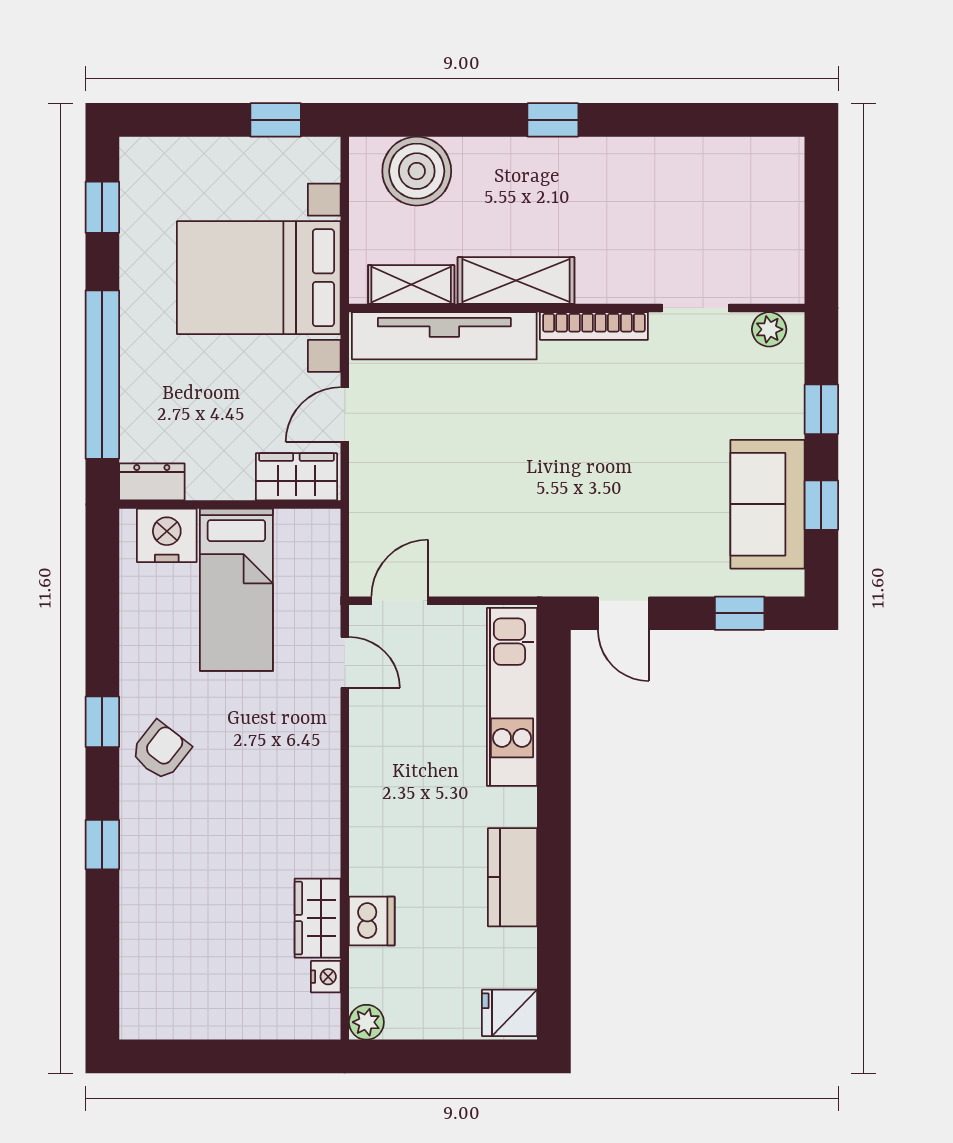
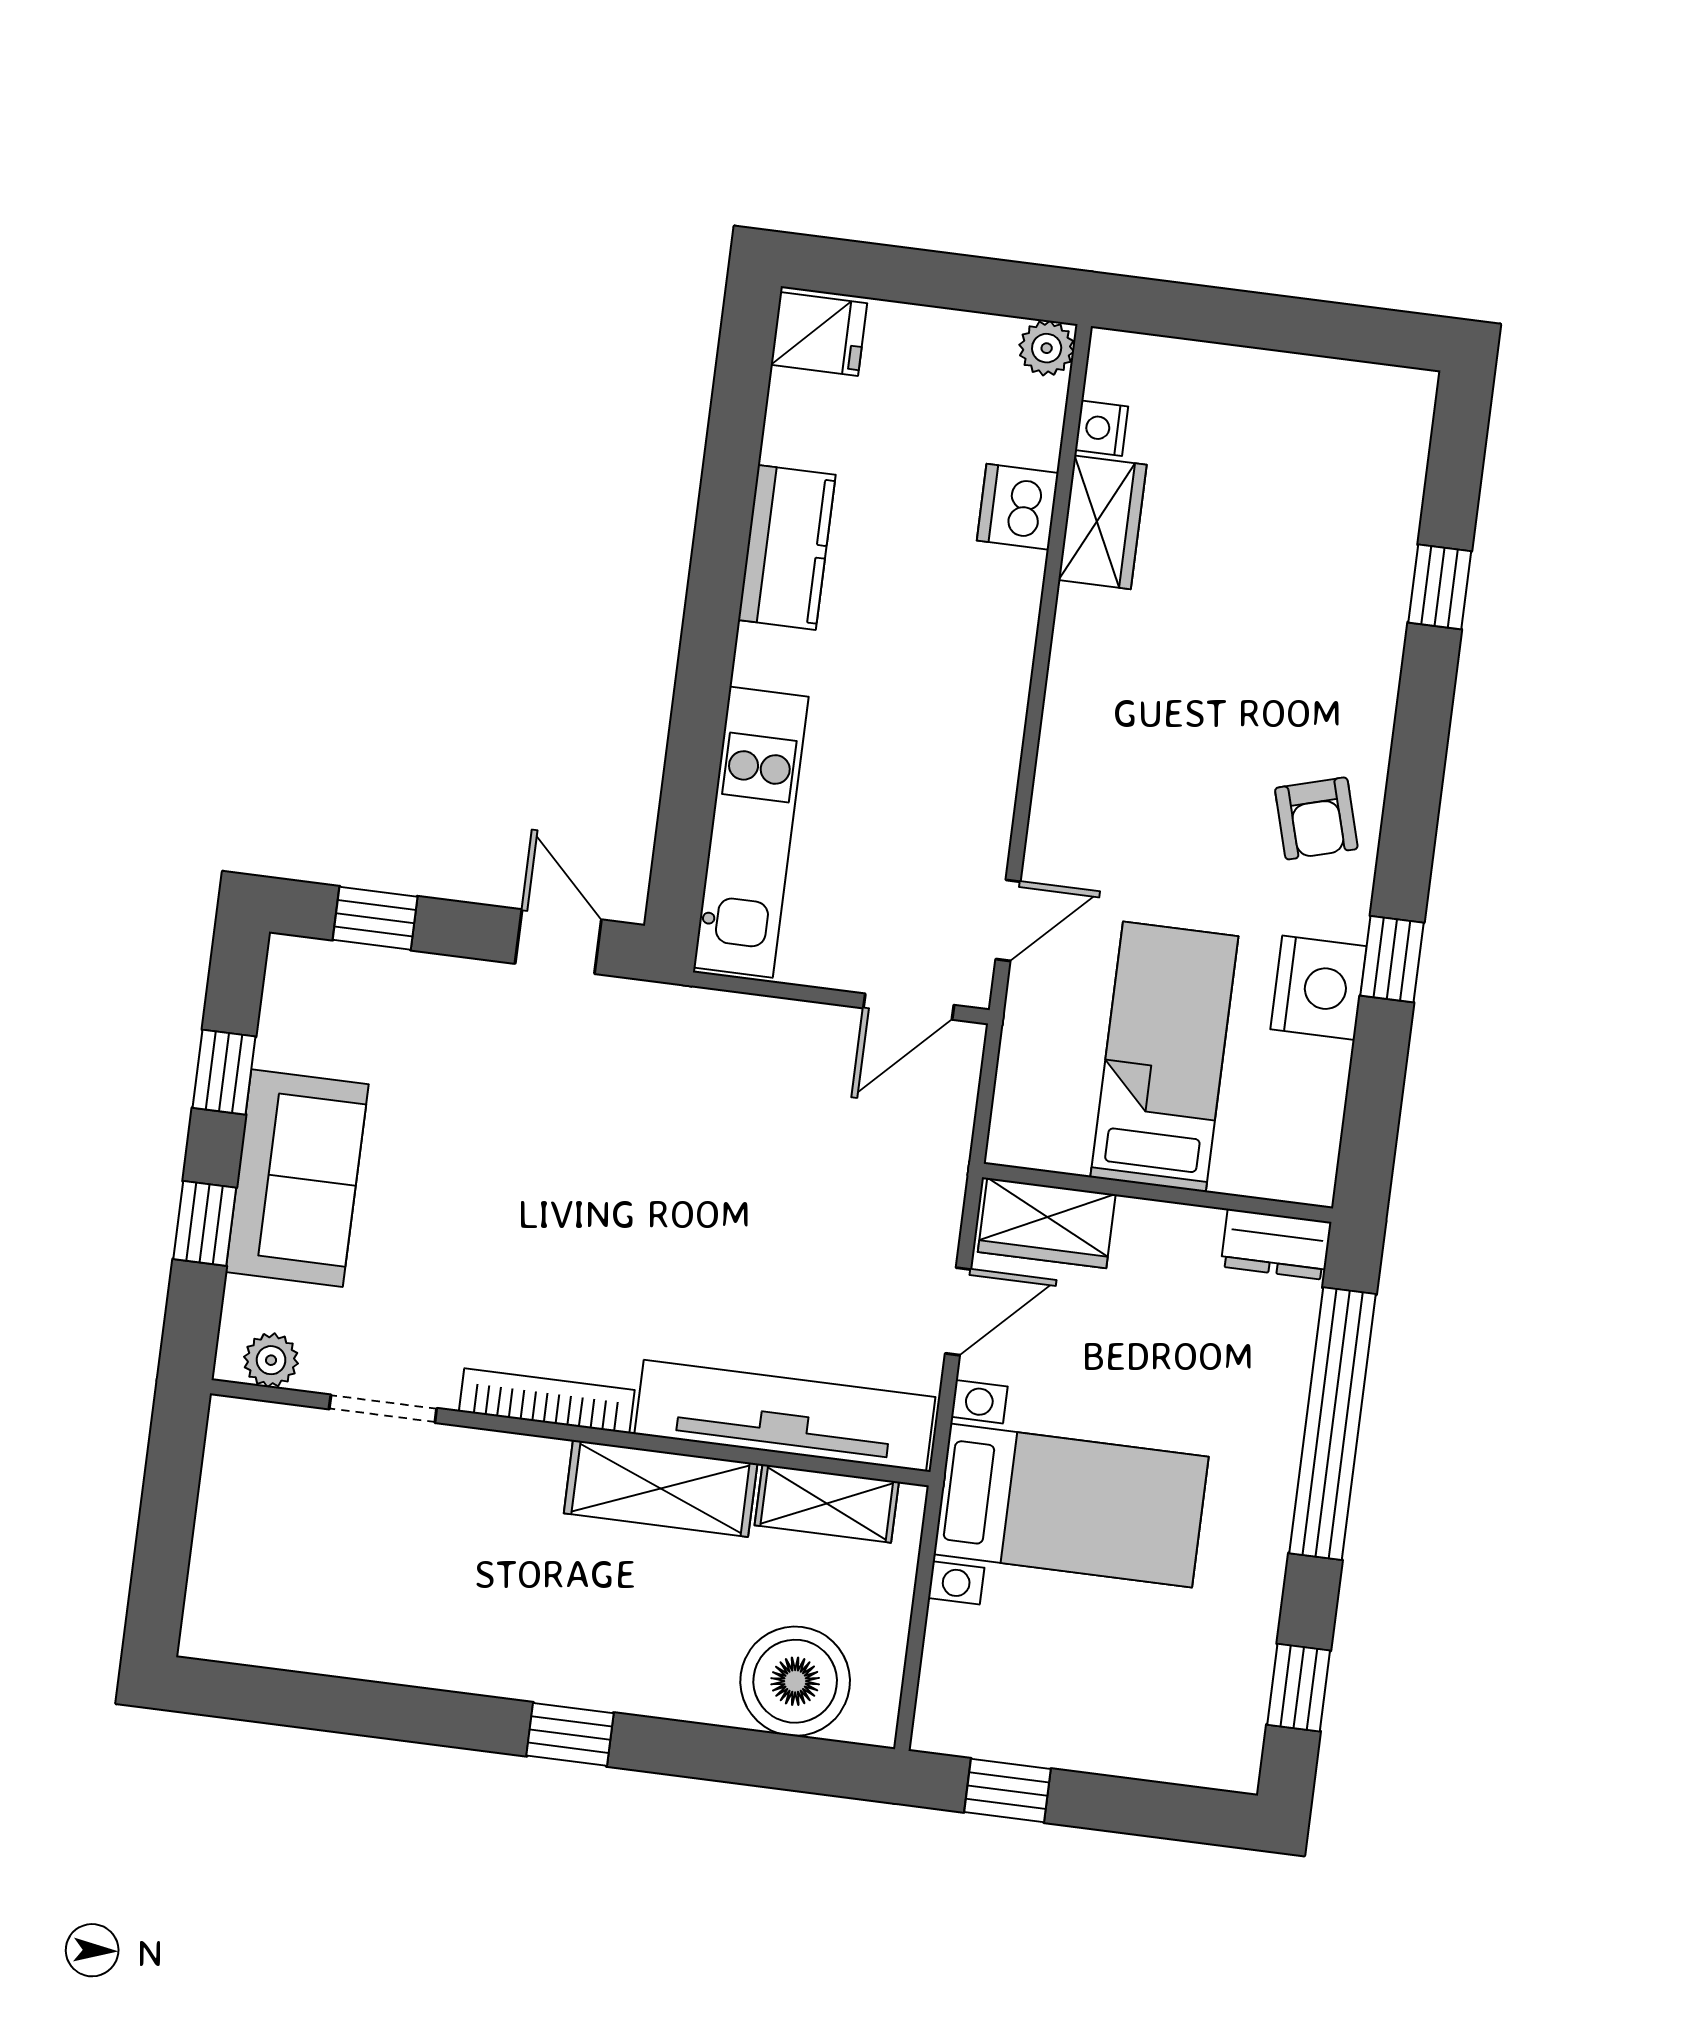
bed with nightstands: (259, 278) -> (1071, 1506), width x0.73
sofa: (767, 504) -> (297, 1178), moved
nightstand: (167, 535) -> (1319, 988), moved, turned -90
door: (345, 662) -> (1008, 920), swing flipped
window: (102, 722) -> (1392, 959), moved
armchair: (161, 751) -> (1316, 818), turned -54
window: (102, 845) -> (1440, 587), moved

